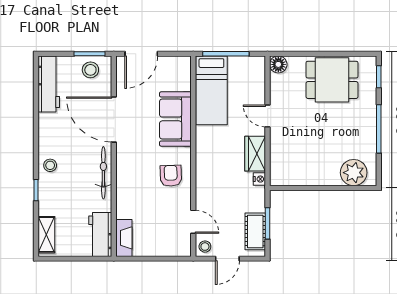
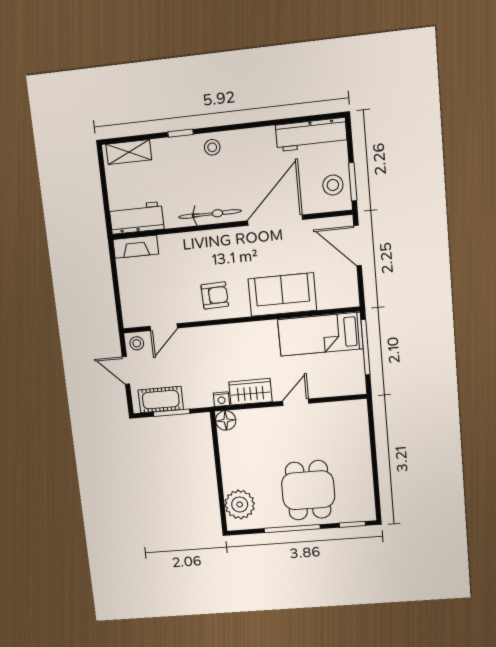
floor lamp: (278, 64) -> (226, 420), moved
dining table: (332, 80) -> (308, 490), moved

